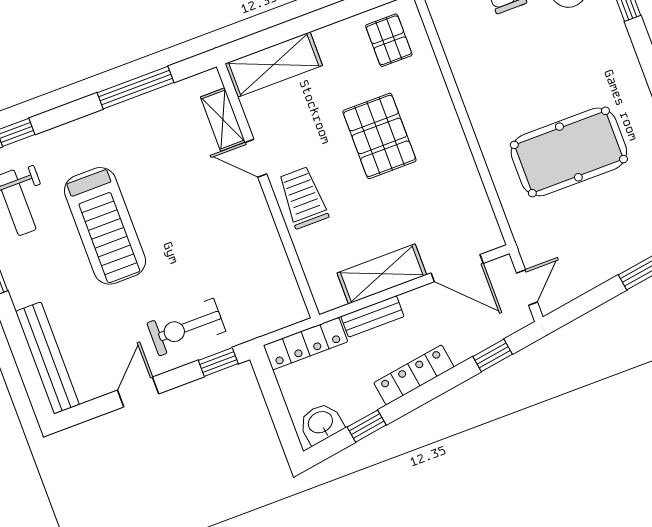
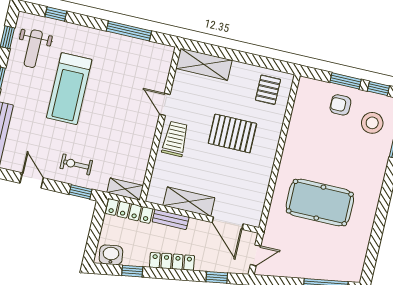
shelving: (223, 120) -> (125, 189), moved, turned 90
pallet: (379, 136) -> (232, 133), turned 90
exercise bike: (186, 327) -> (76, 164), width x0.73, depth x0.72
door: (138, 392) -> (32, 181), hinge flipped

